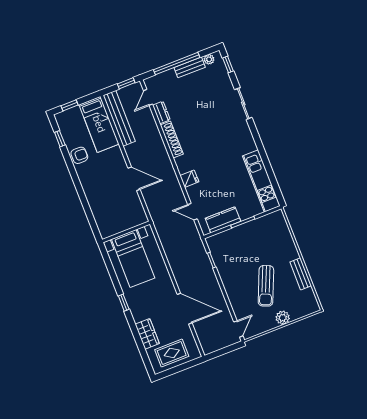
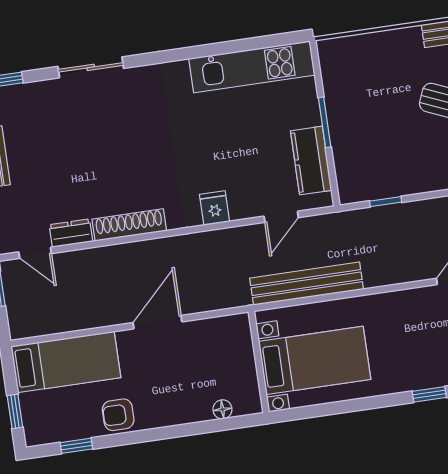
bench: (119, 118) -> (307, 284), moved
armchair: (79, 155) -> (118, 415), turned -90
door: (134, 179) -> (157, 322), moved
floor lamp: (93, 205) -> (222, 409), added
wall: (126, 232) -> (259, 362), moved
bed with nightstands: (133, 259) -> (315, 360), moved

